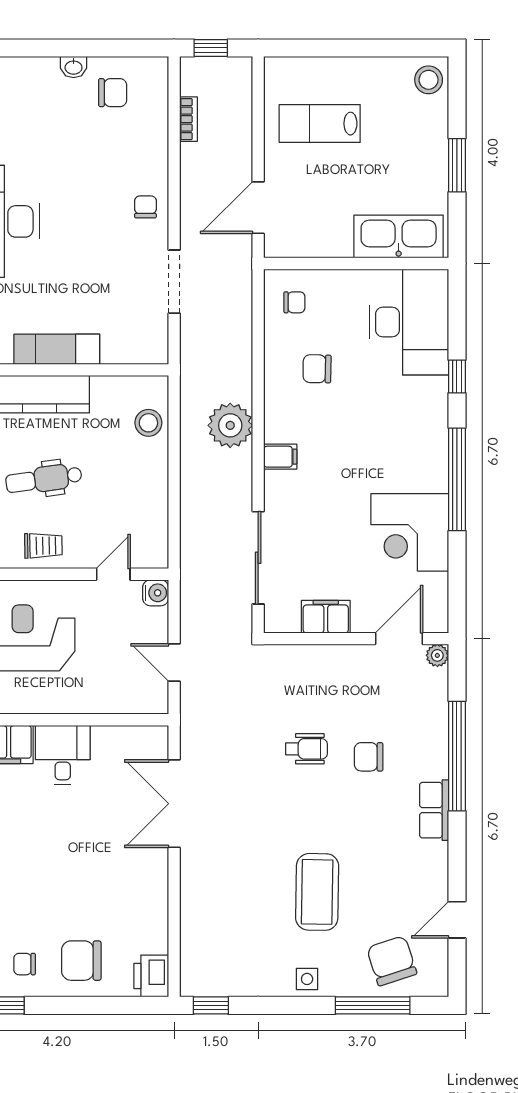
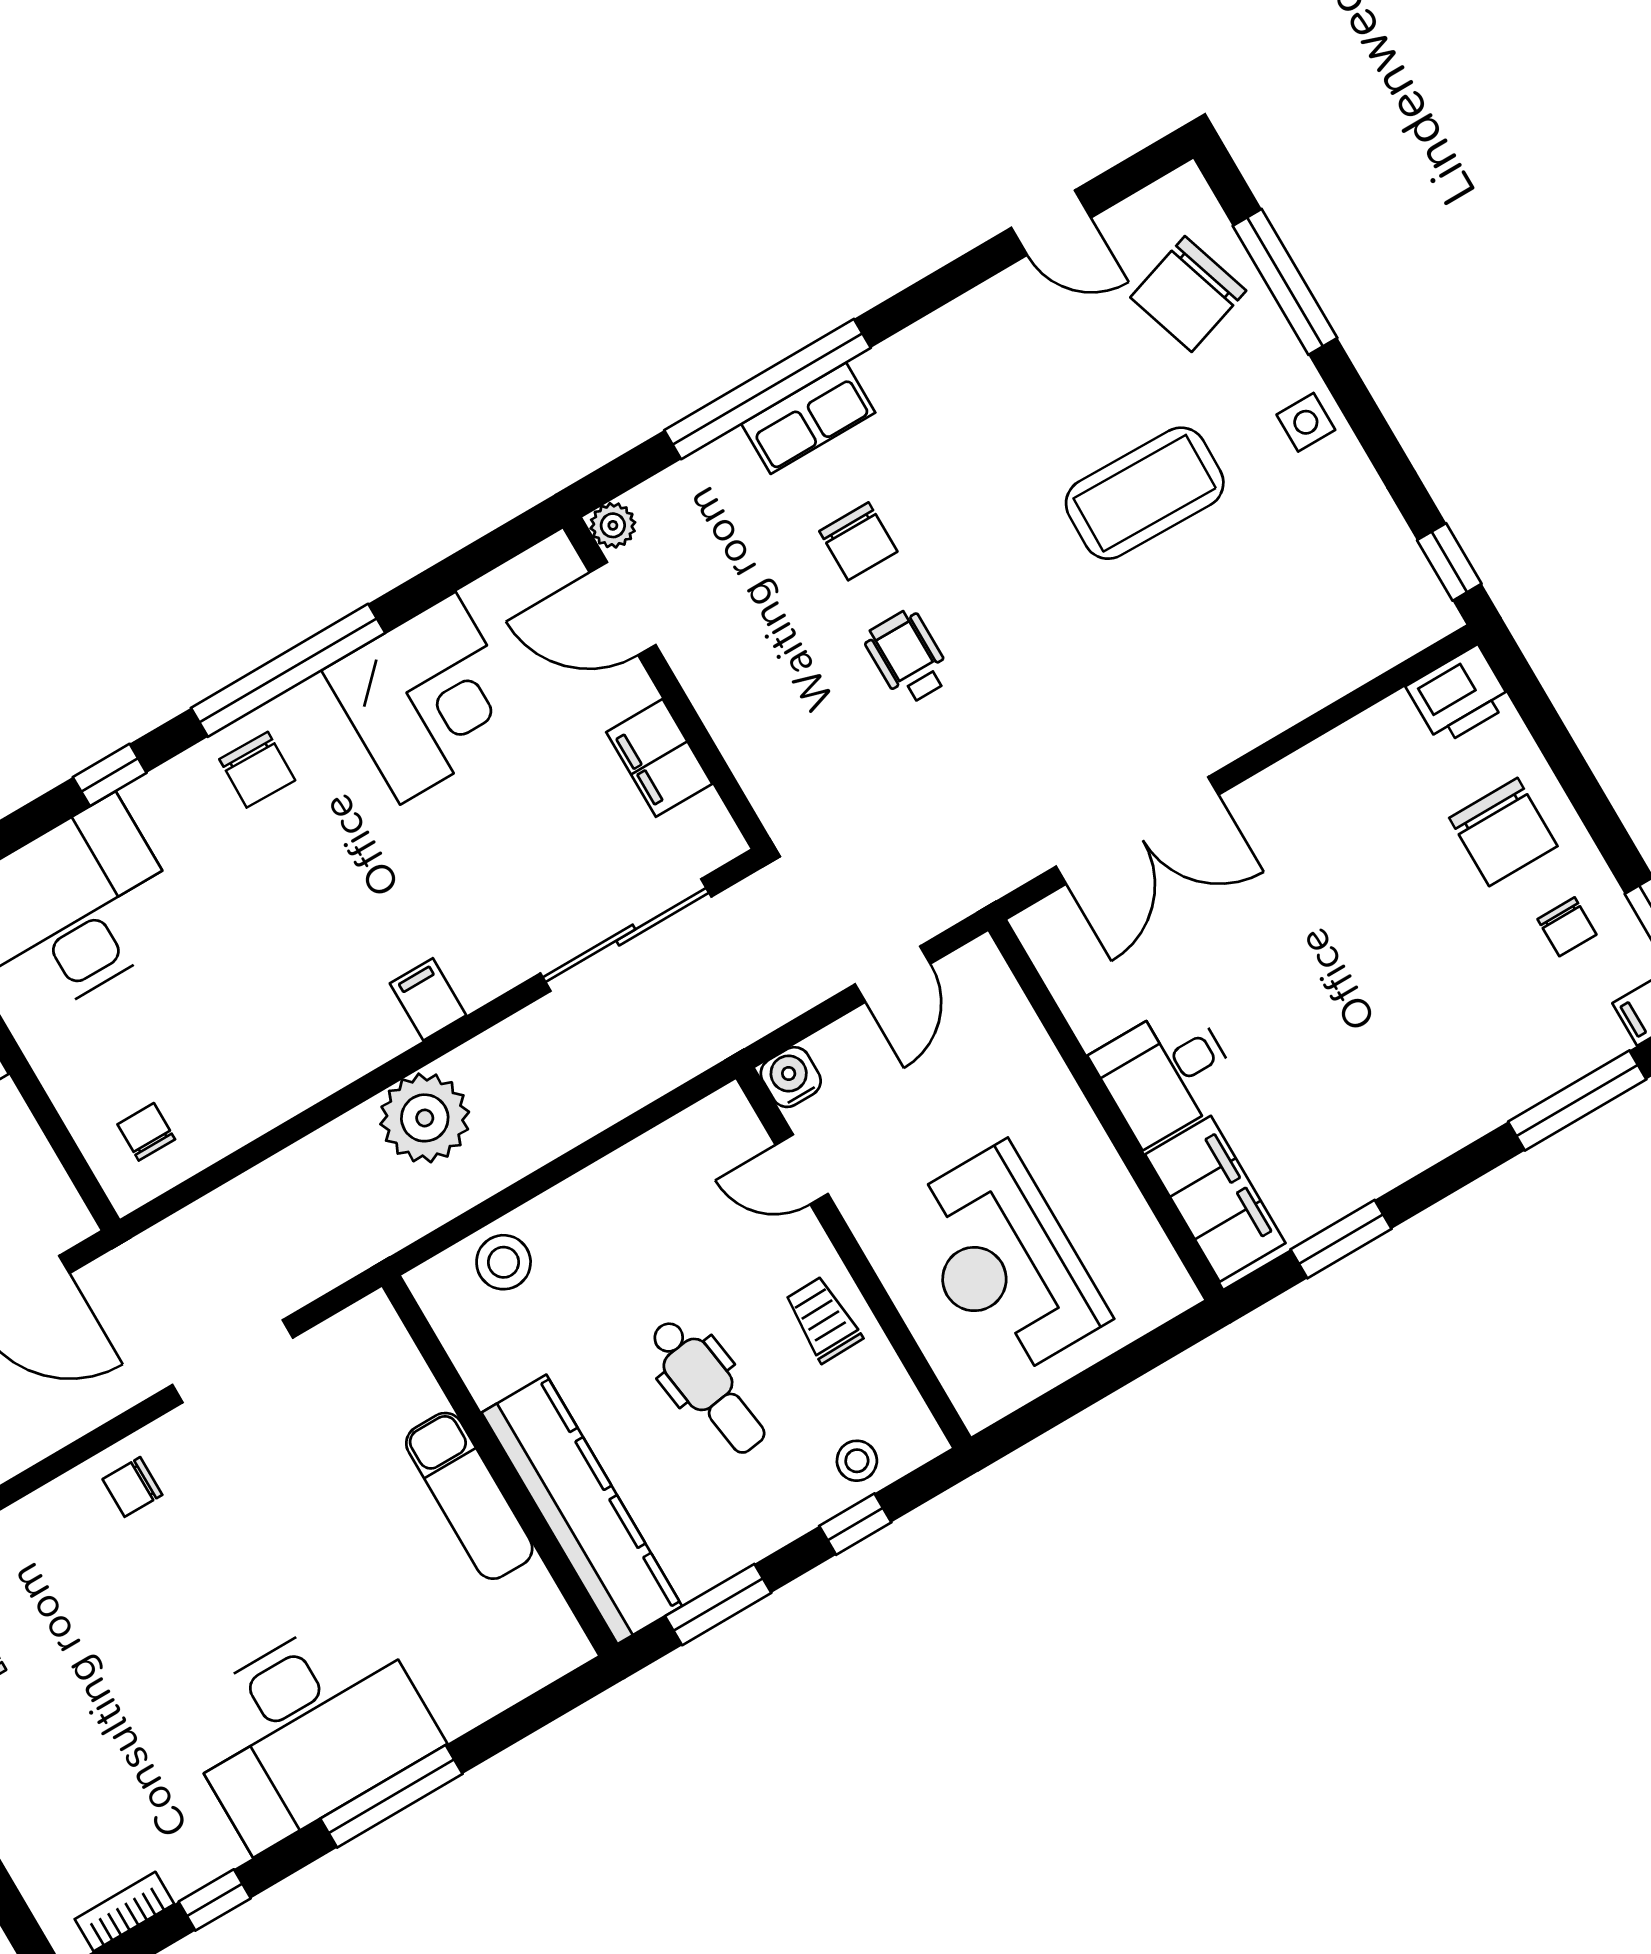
chair: (317, 369) -> (257, 770), moved
row of seats: (434, 810) -> (808, 418), moved

